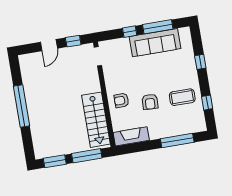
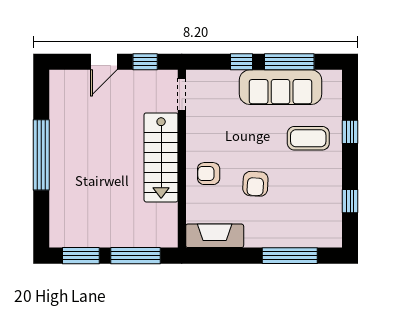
coffee table: (182, 97) -> (308, 138), moved
stairs: (96, 120) -> (161, 157), moved

